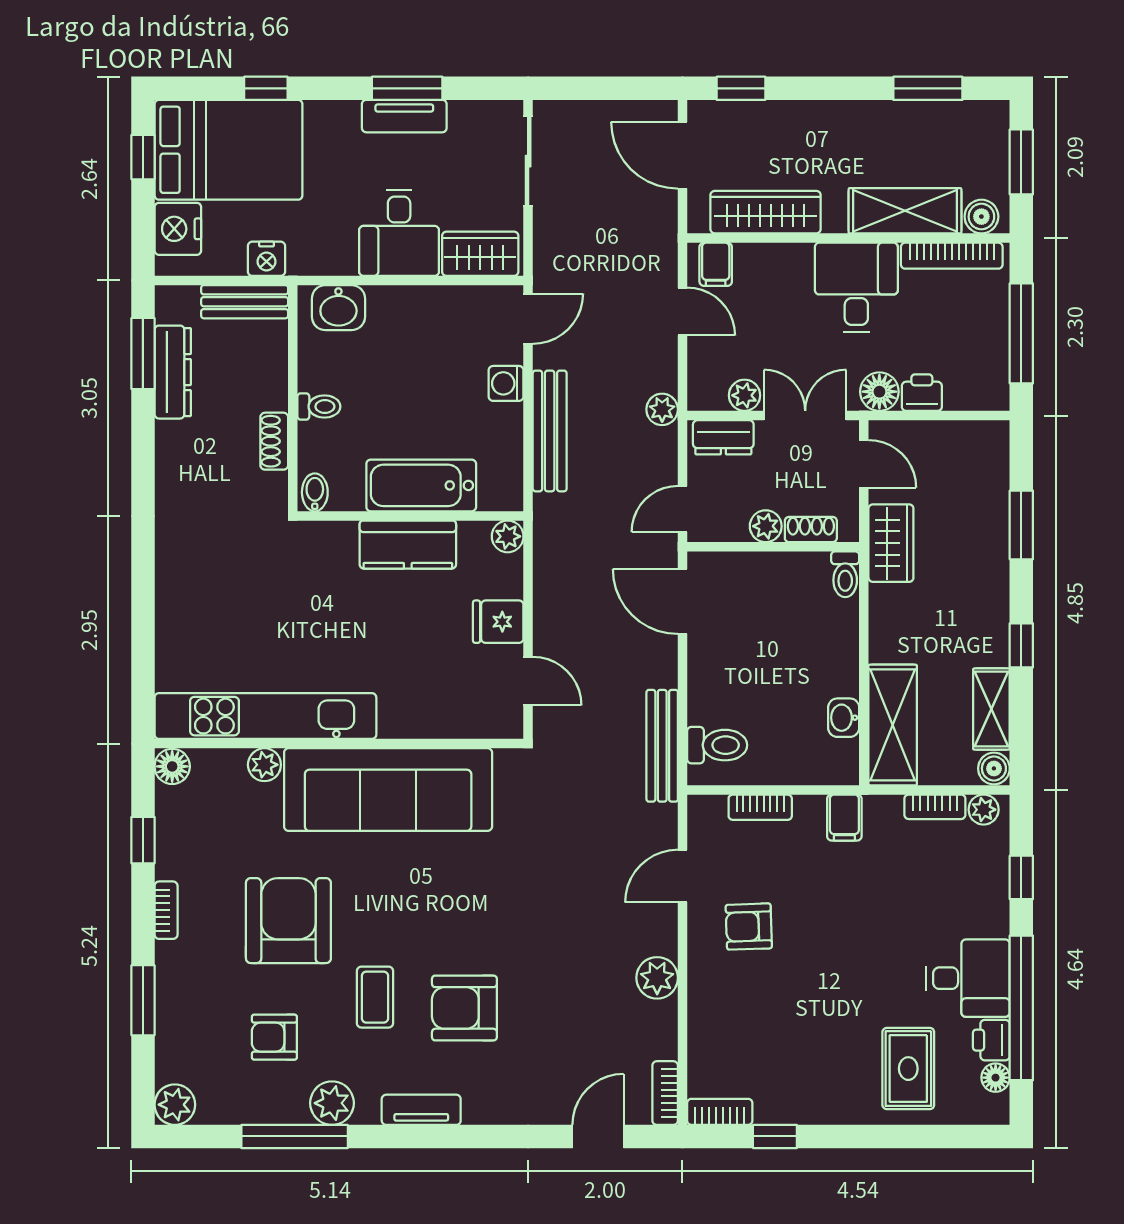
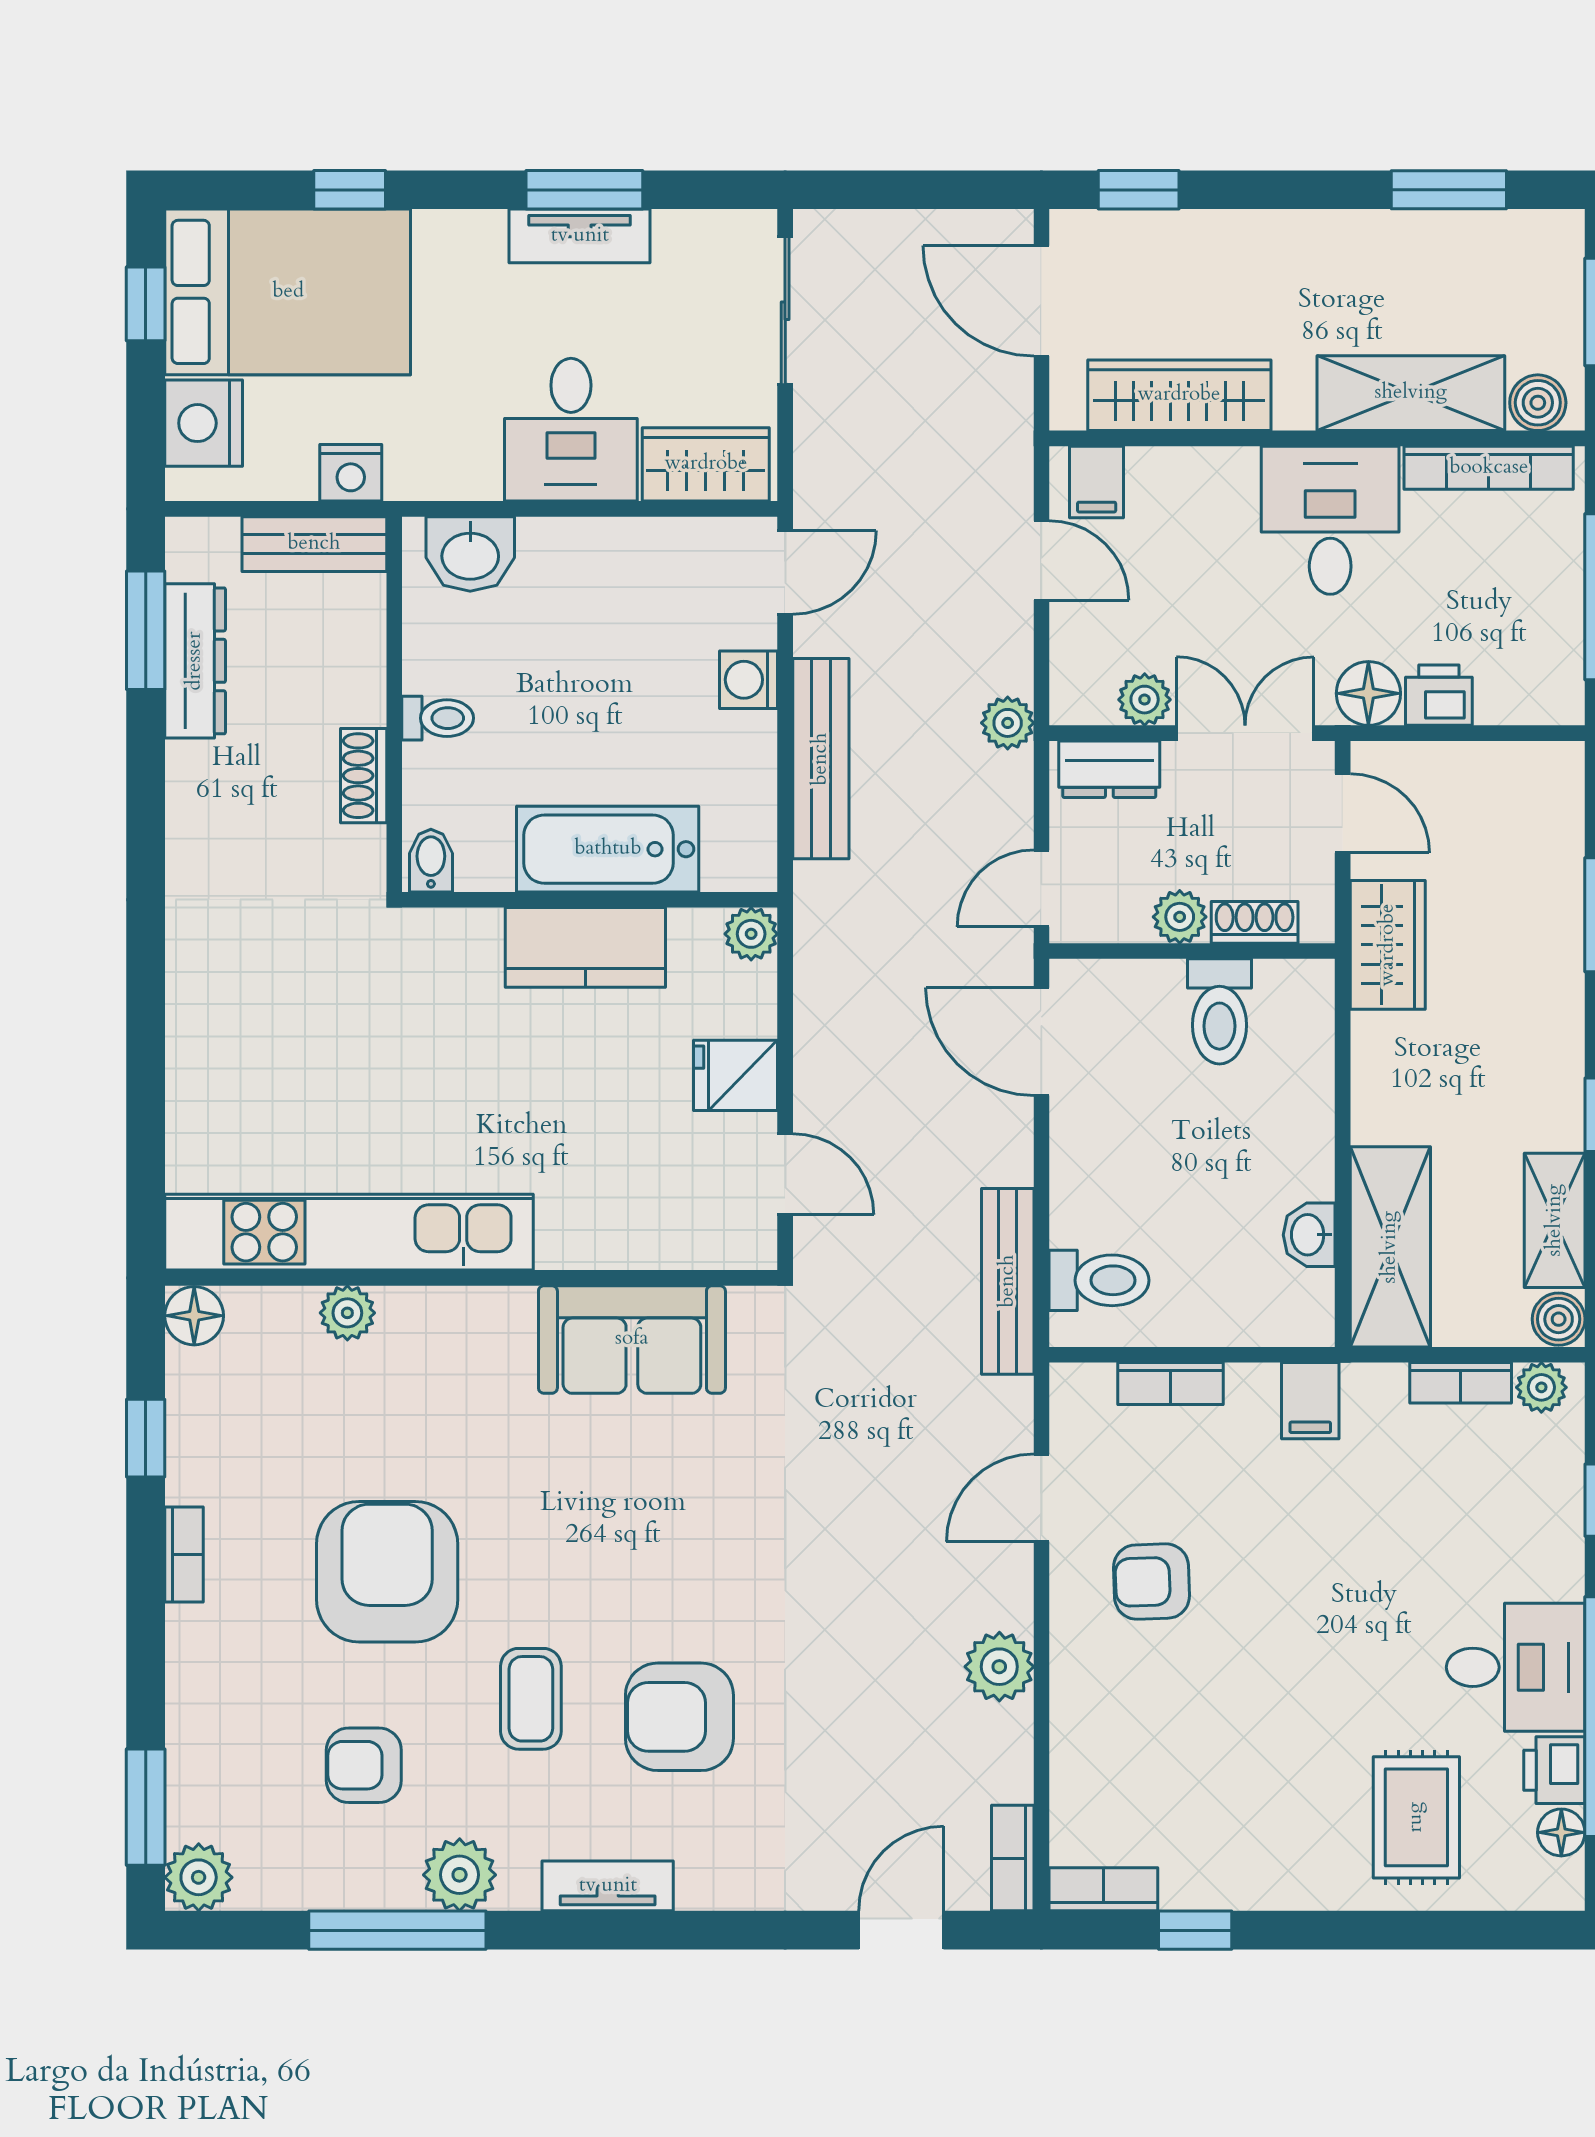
toilet: (845, 574) -> (1219, 1011), moved, width x1.37, depth x1.39
sofa: (388, 790) -> (632, 1339), width x0.54, depth x0.79
window: (143, 1000) -> (146, 1807), moved

